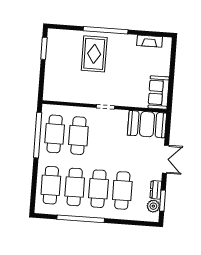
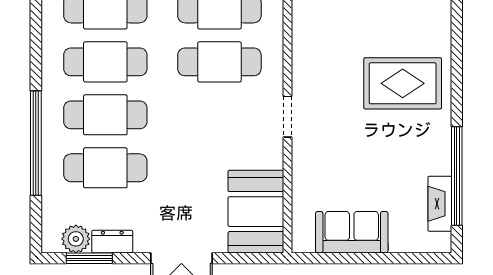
window: (106, 30) -> (457, 176), moved
sofa: (159, 93) -> (352, 232), moved
window: (81, 219) -> (36, 143), moved

